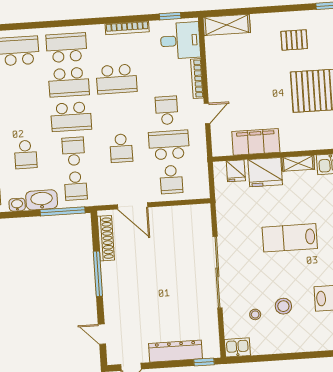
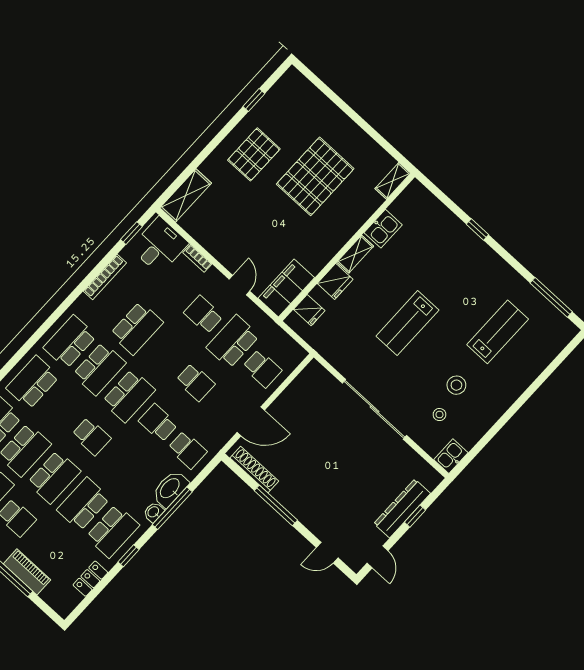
pallet: (294, 40) -> (254, 154), width x1.50, depth x1.42
bookcase: (197, 79) -> (197, 258), width x0.64
filing cabinet: (256, 142) -> (286, 288), moved
school desk: (26, 154) -> (91, 436), moved
fridge: (265, 172) -> (335, 281), width x0.73, depth x0.75
window: (63, 211) -> (172, 508), moved
window: (204, 362) -> (415, 516), moved

